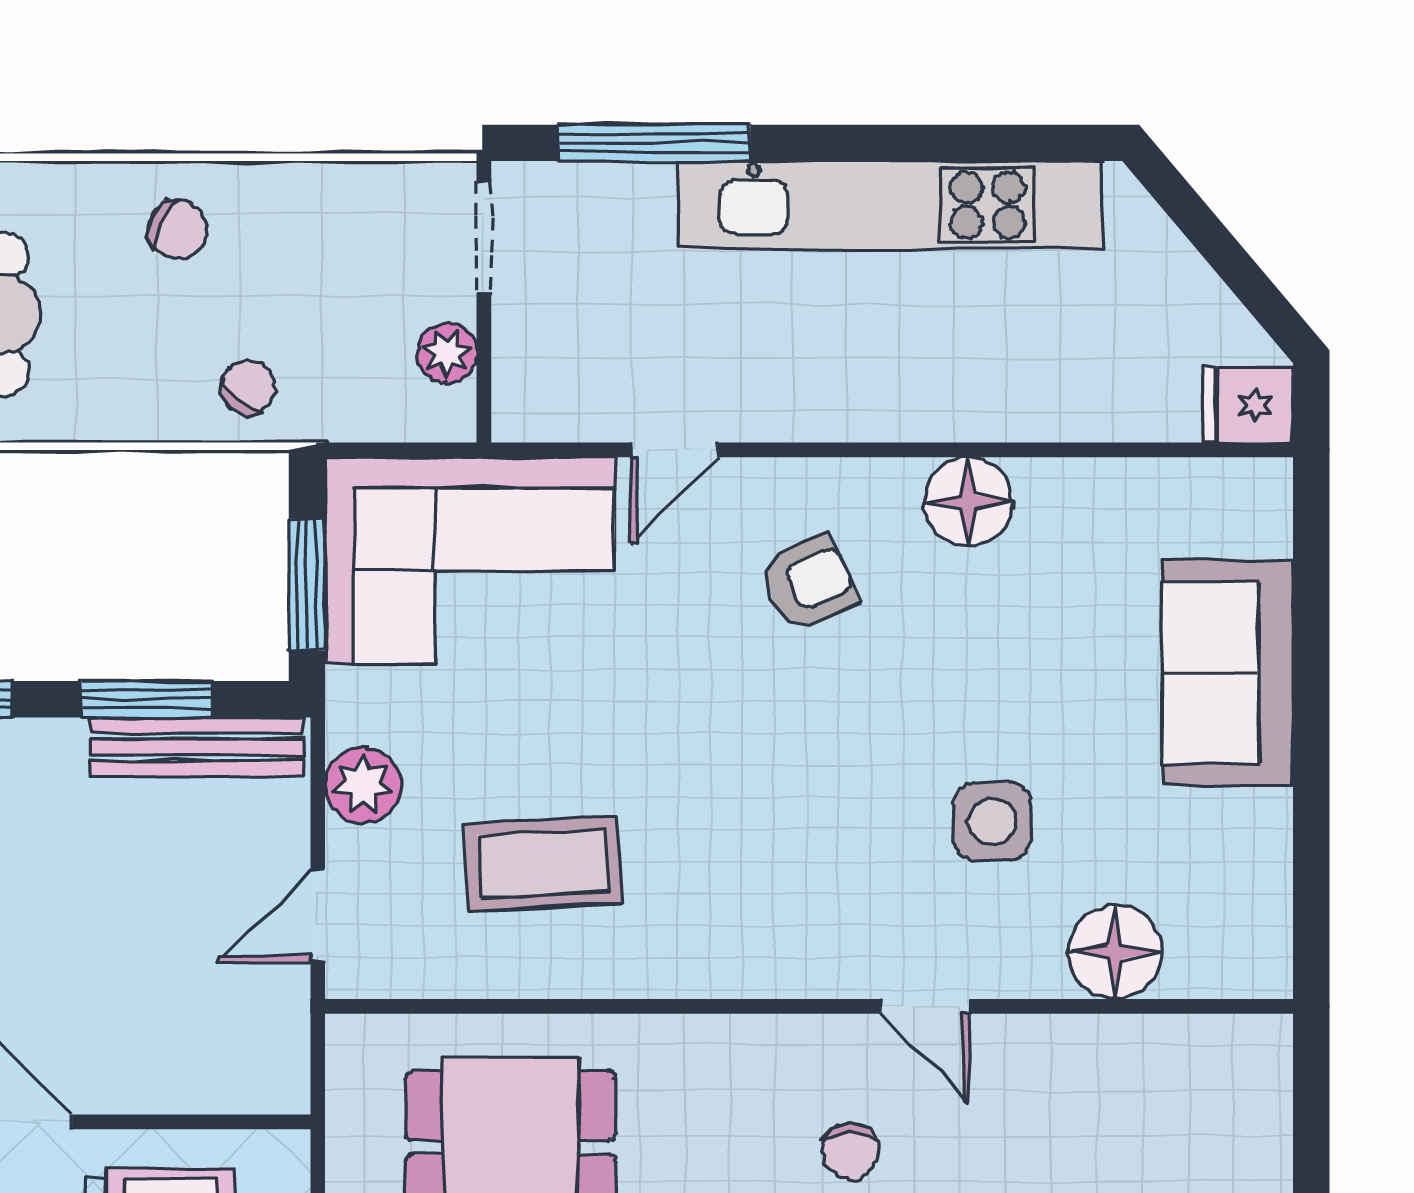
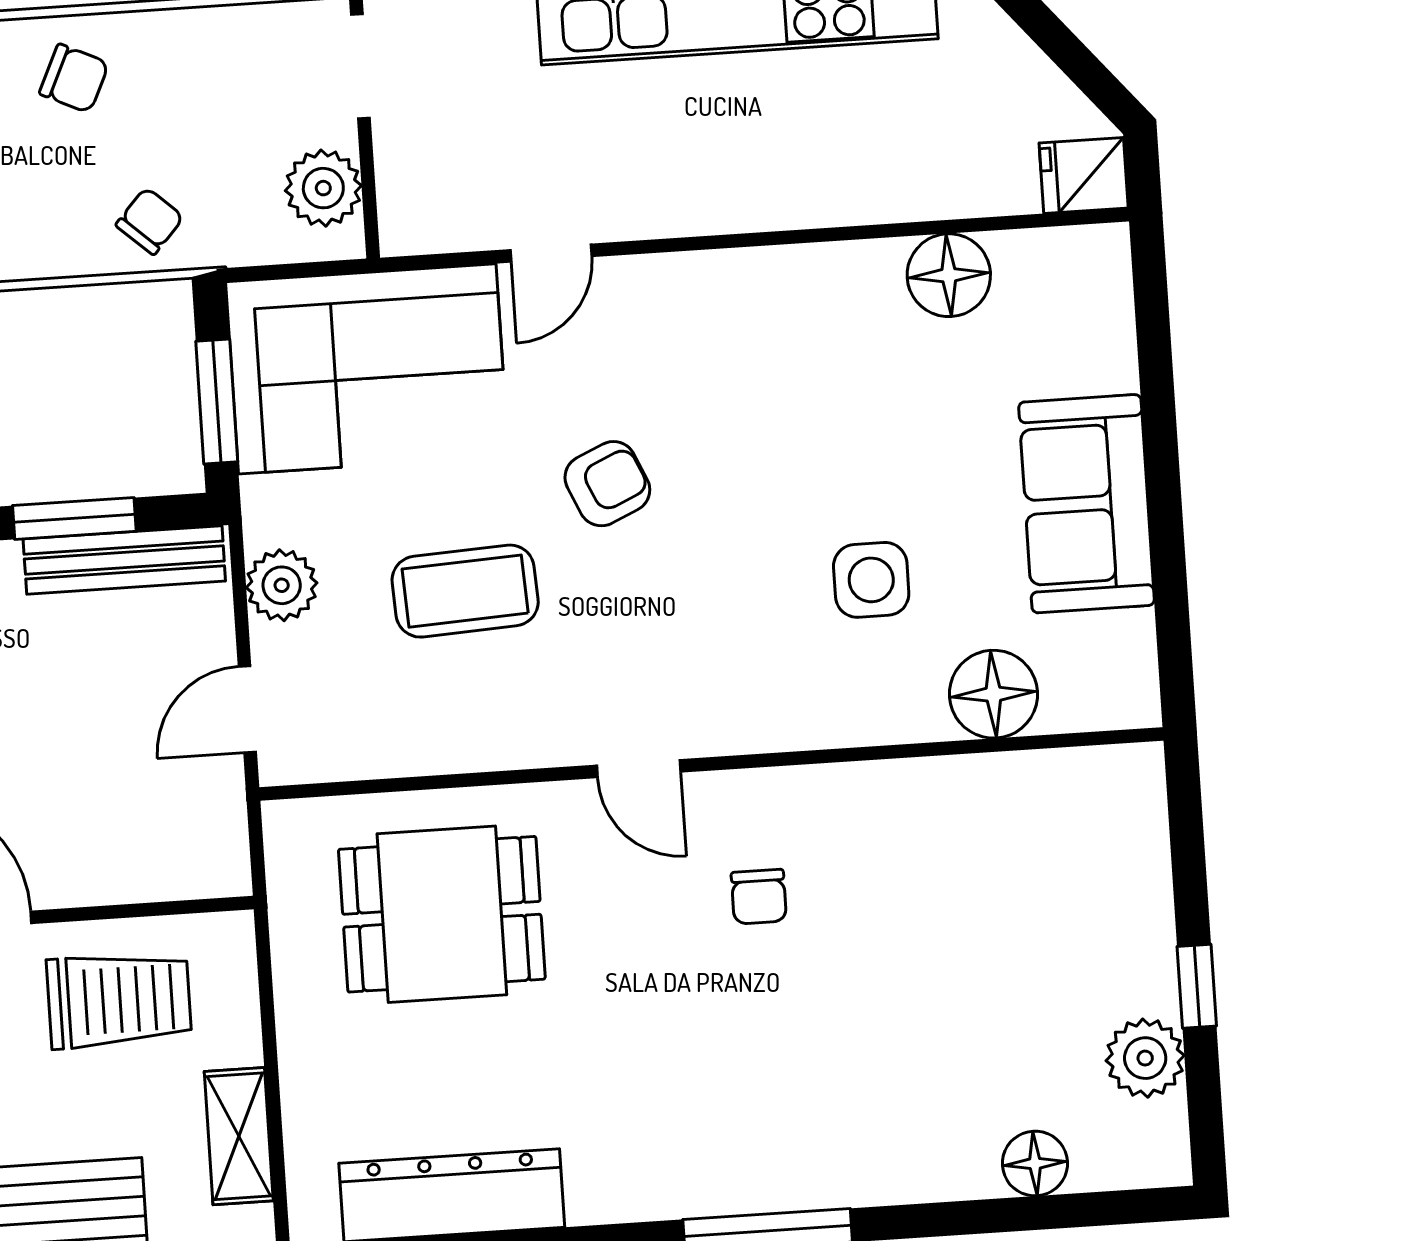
plant: (447, 353) -> (323, 188), width x1.38, depth x1.38
floor lamp: (968, 502) -> (949, 275), moved
armchair: (809, 583) -> (607, 484), moved
sofa: (1228, 673) -> (1086, 504), moved
coffee table: (543, 863) -> (465, 591), moved
door: (925, 1006) -> (639, 769), moved

